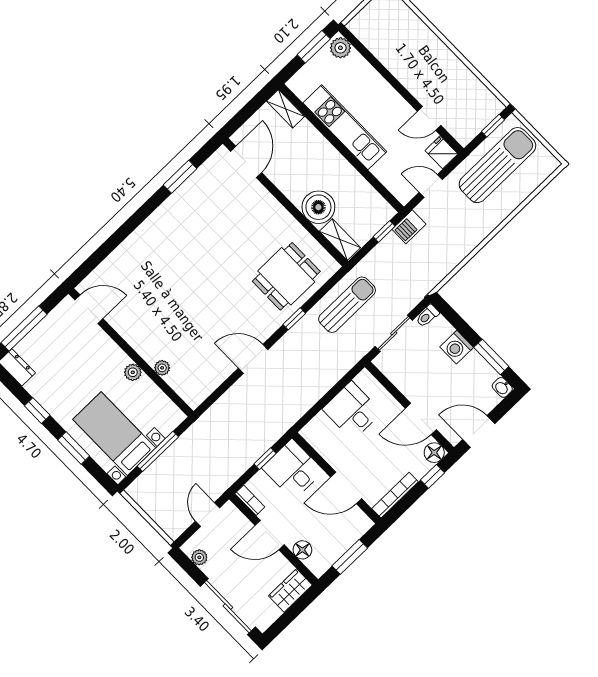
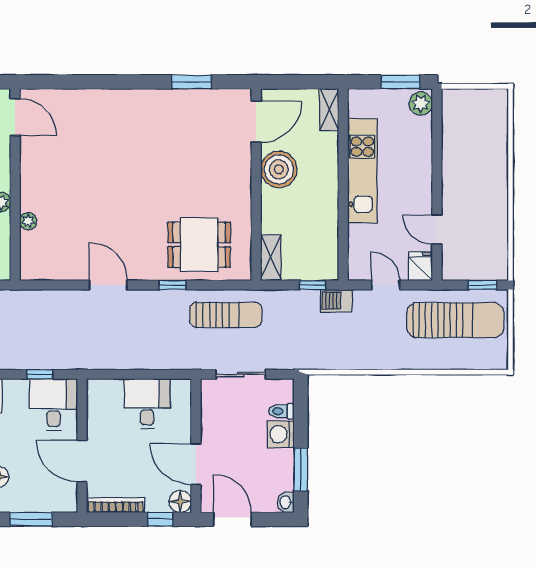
boiler: (318, 207) -> (279, 169), moved
toilet: (427, 316) -> (281, 411), moved

